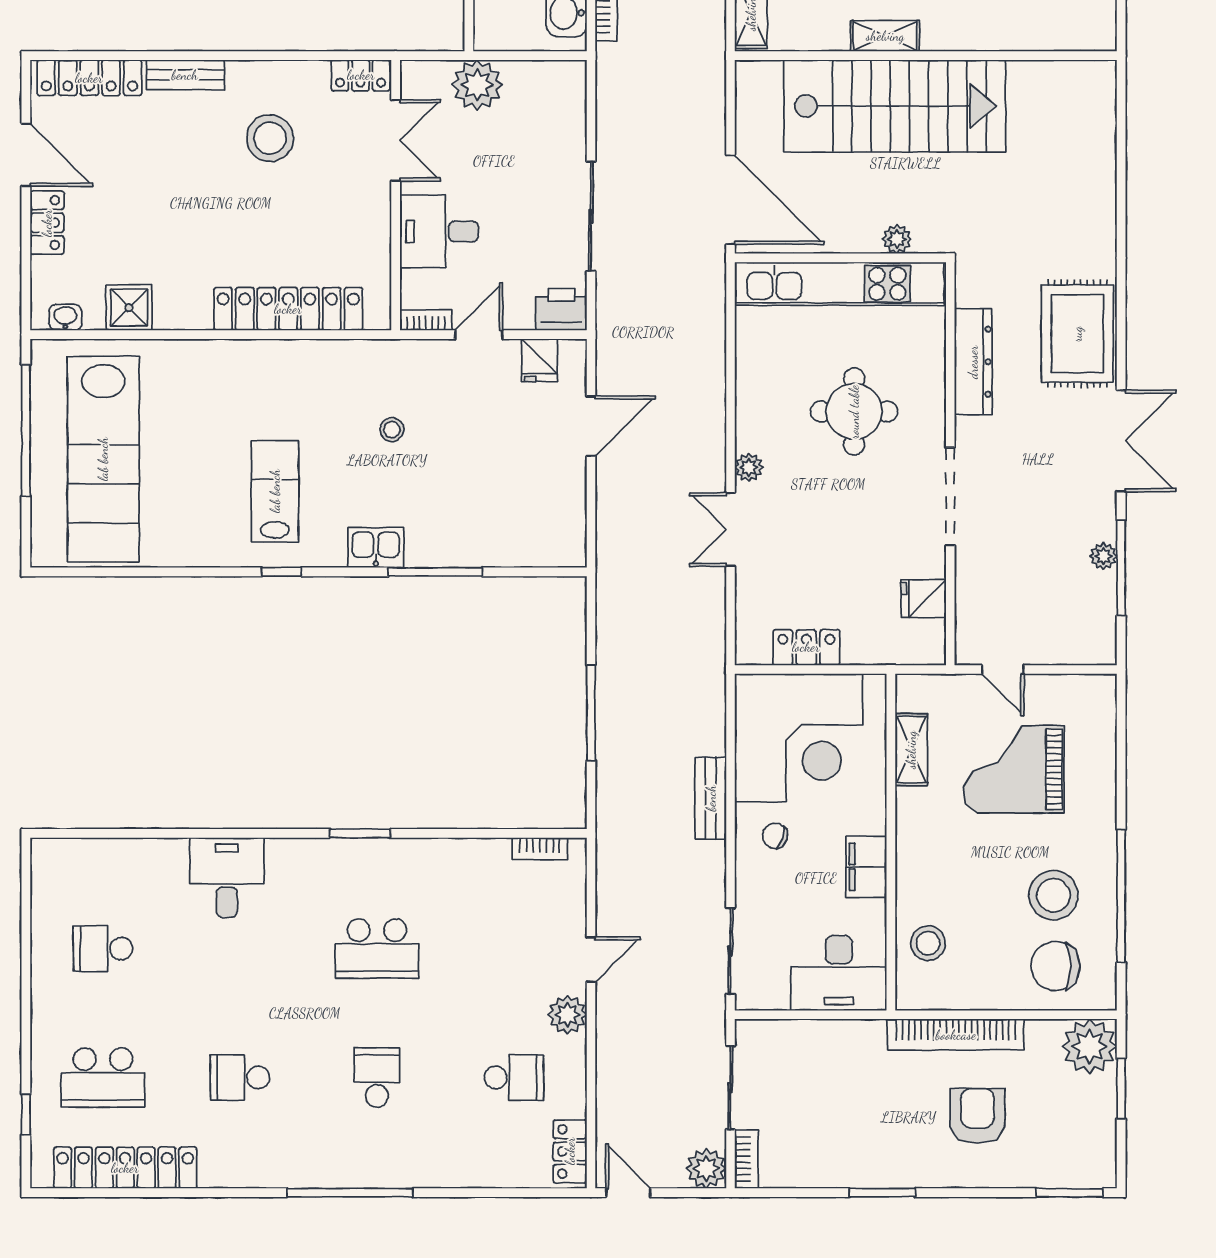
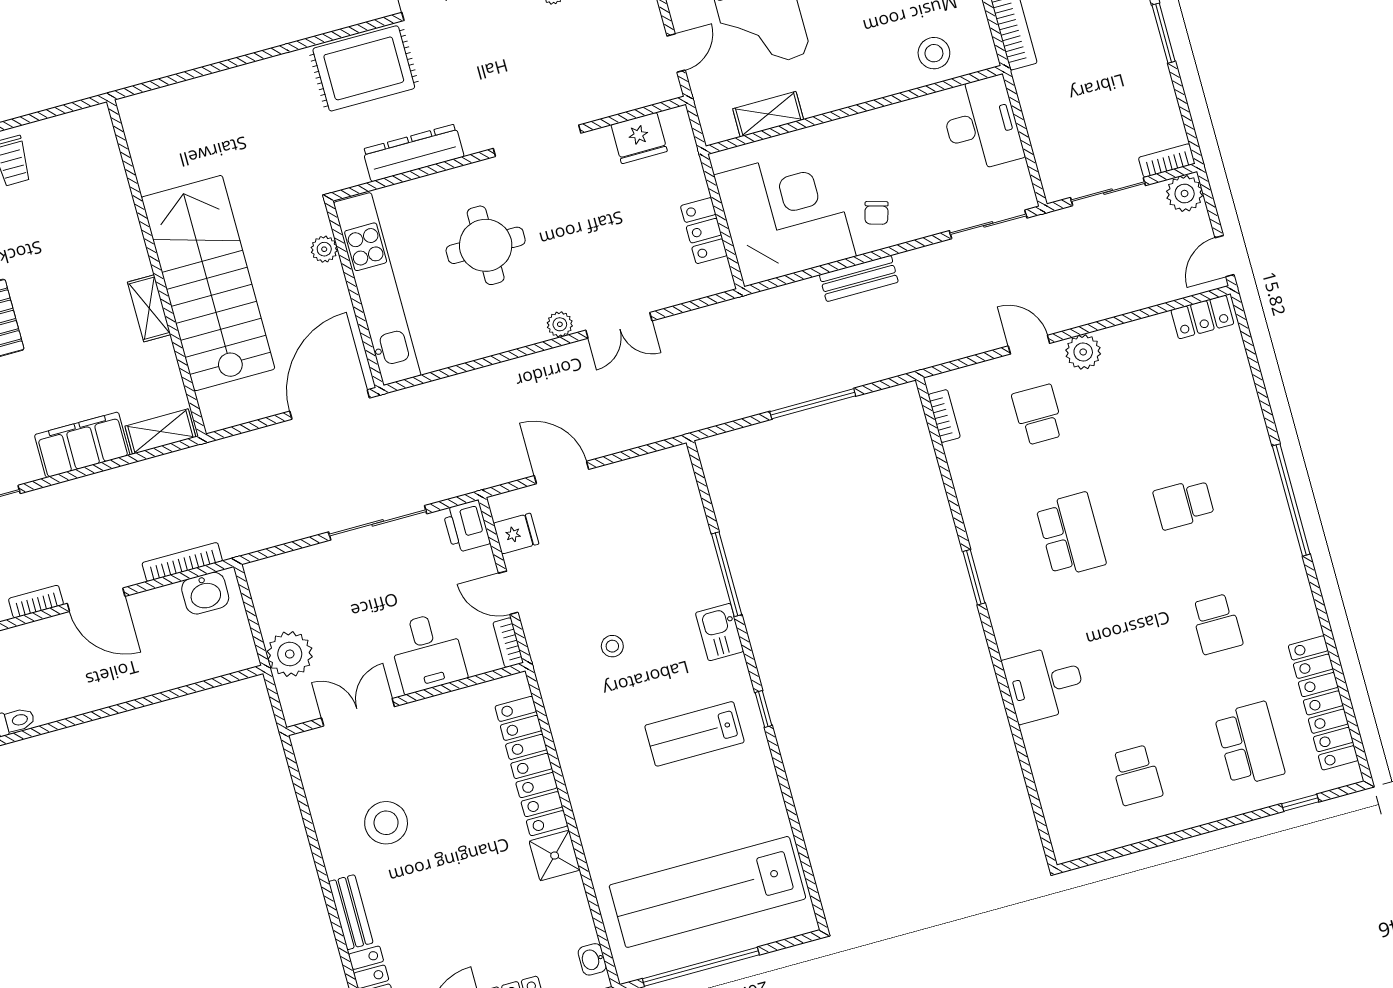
locker: (361, 75) -> (309, 759), removed
shower: (129, 308) -> (555, 856), moved
lab bench: (103, 459) -> (707, 892), turned 180
fridge: (923, 598) -> (639, 138), width x1.38
filing cabinet: (866, 867) -> (882, 125), removed
school desk: (514, 1077) -> (1038, 415), moved

